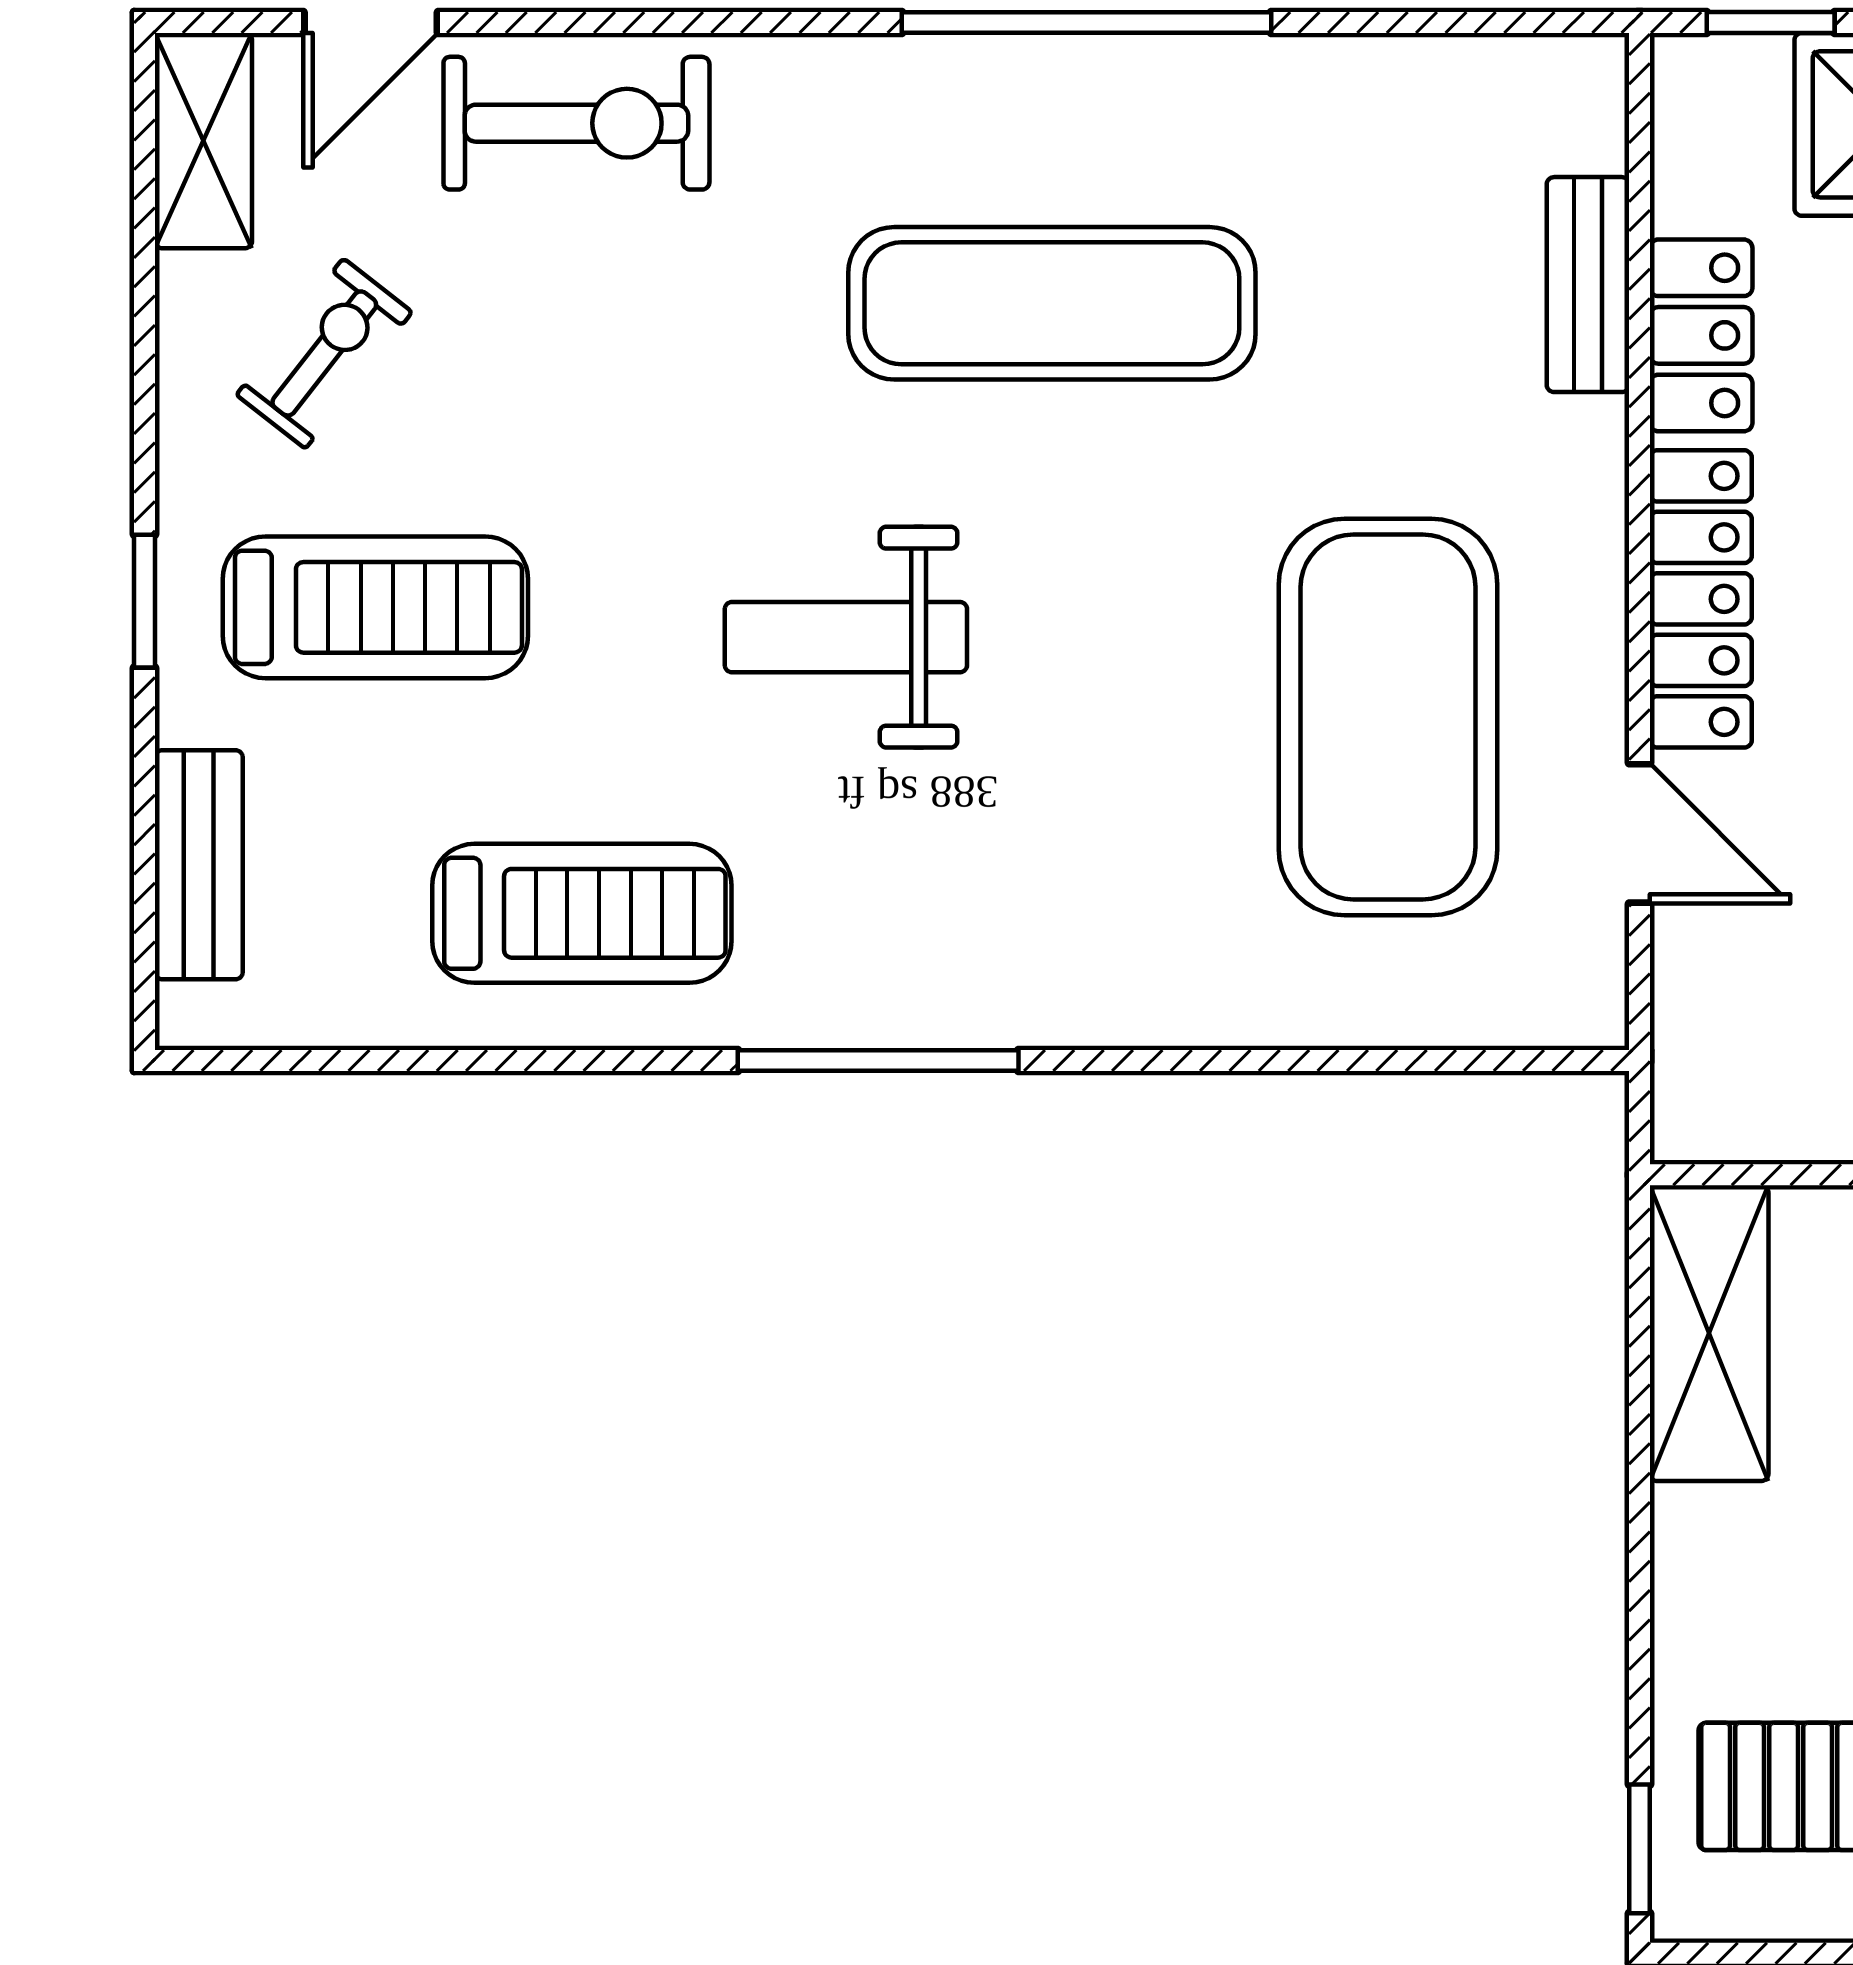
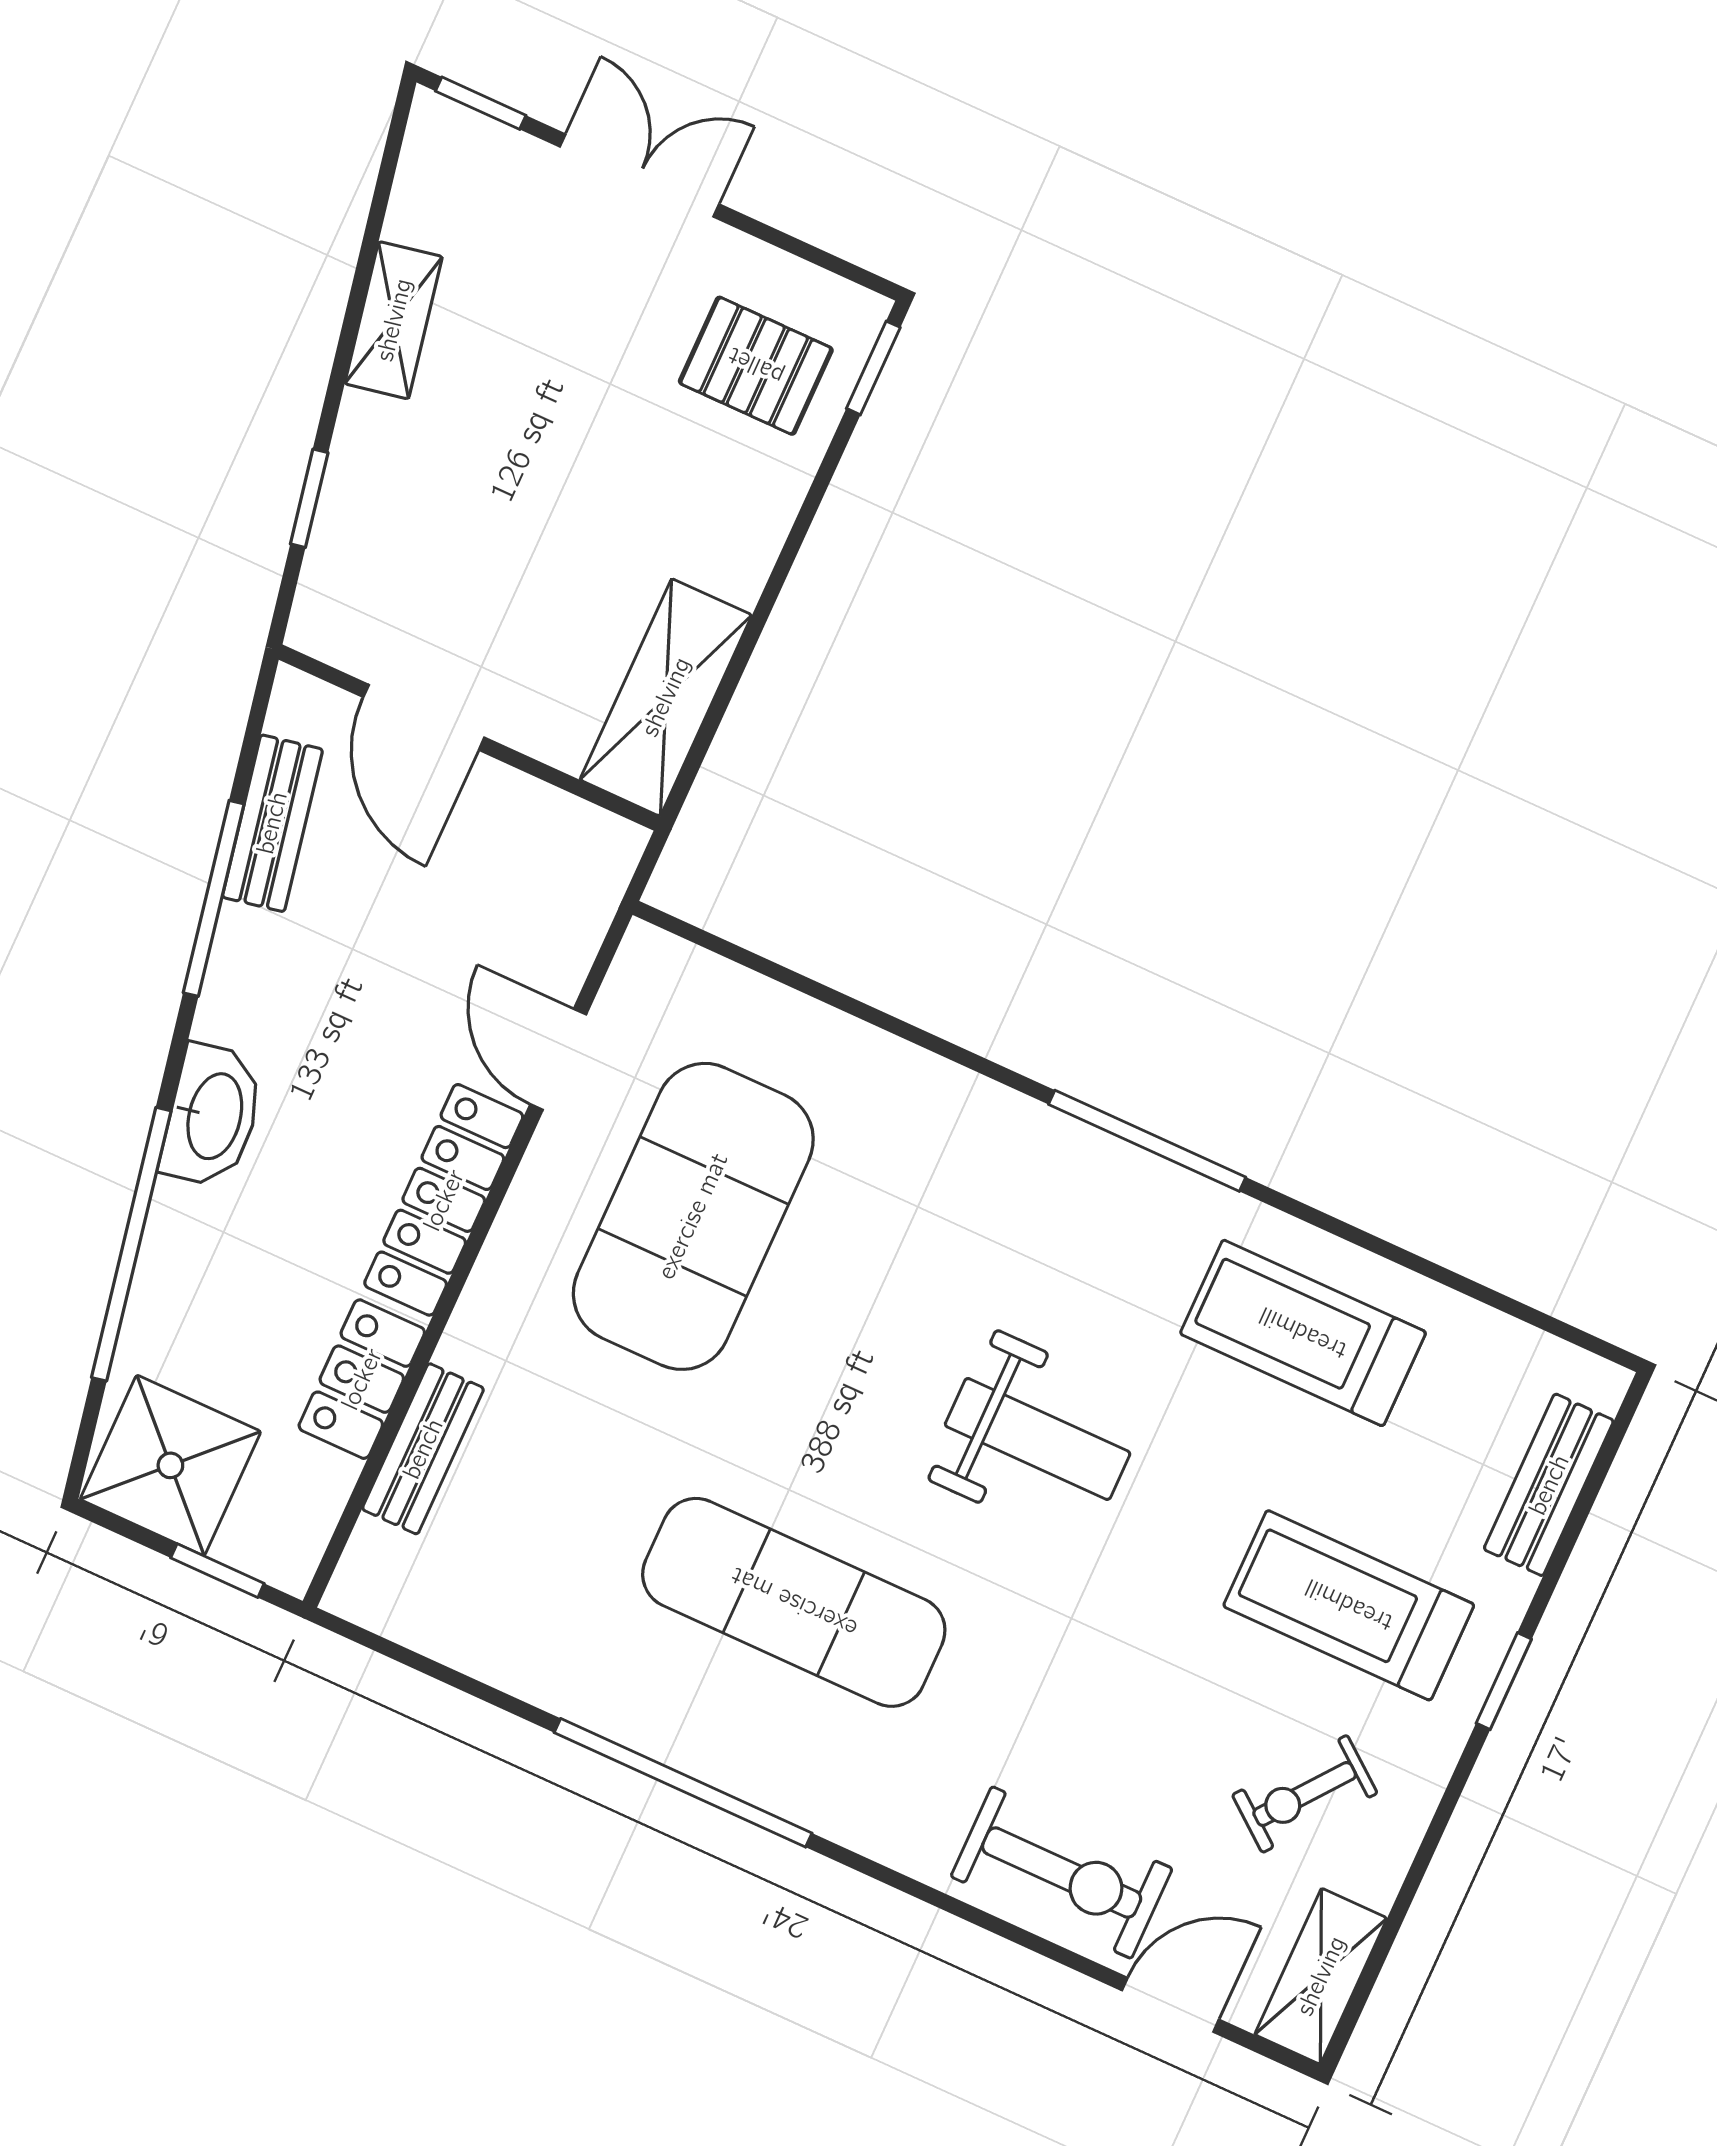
exercise bike: (576, 123) -> (1062, 1873), turned 180

